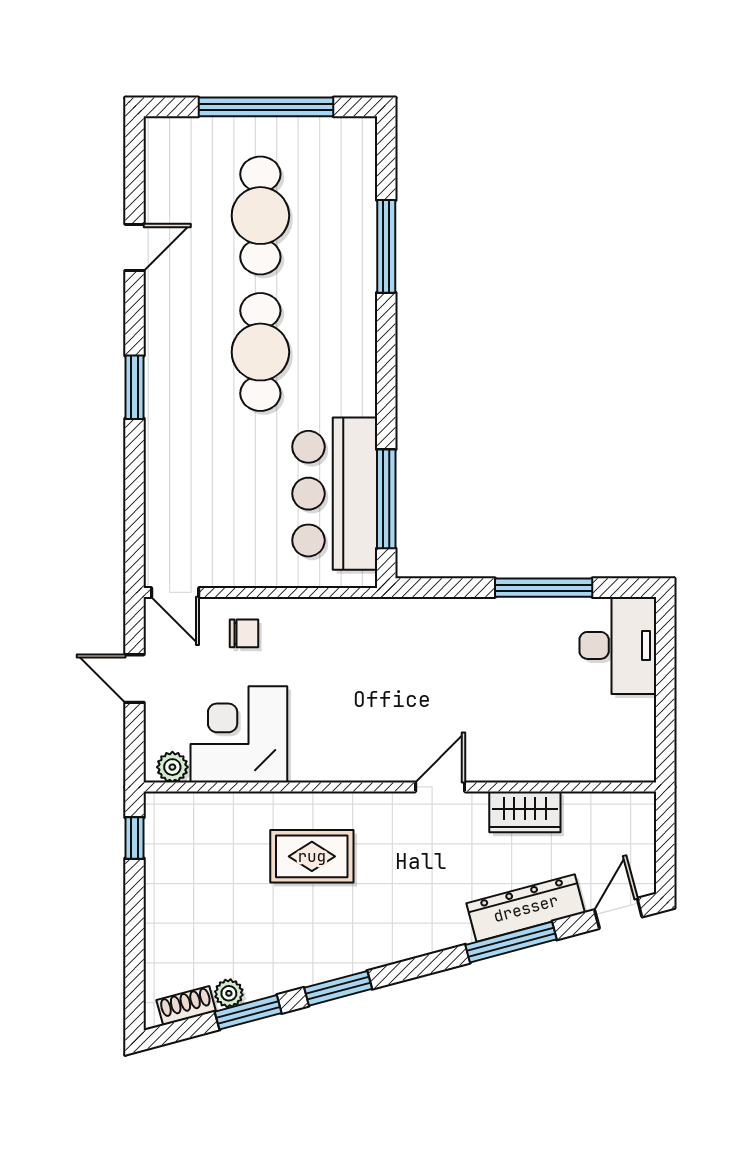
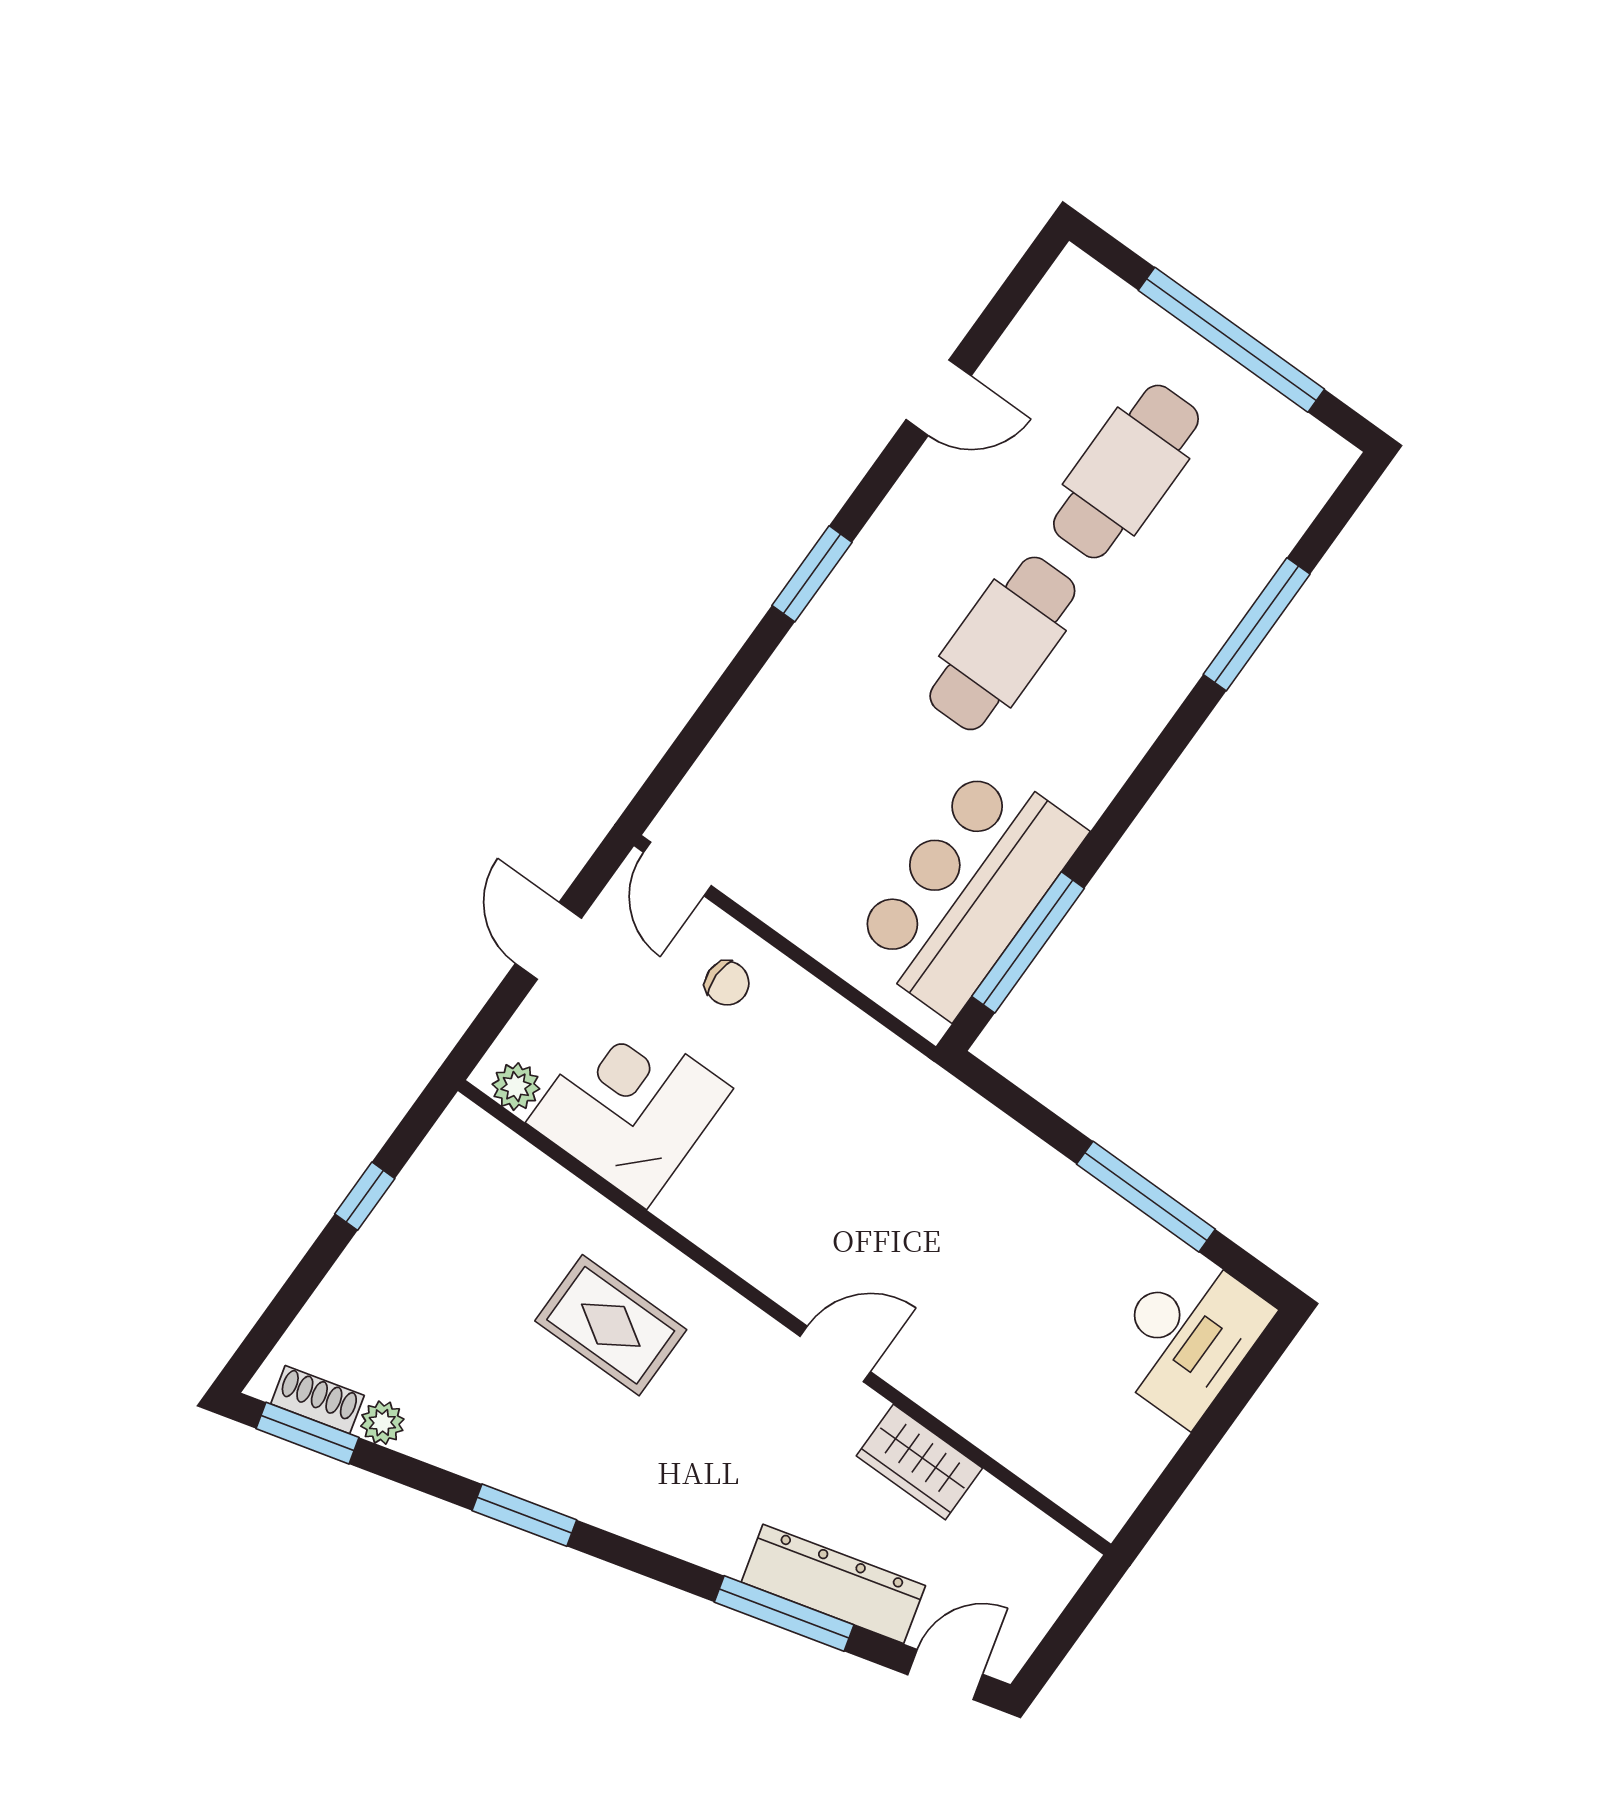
window: (135, 838) -> (365, 1196), moved
window: (248, 1012) -> (308, 1433), moved

